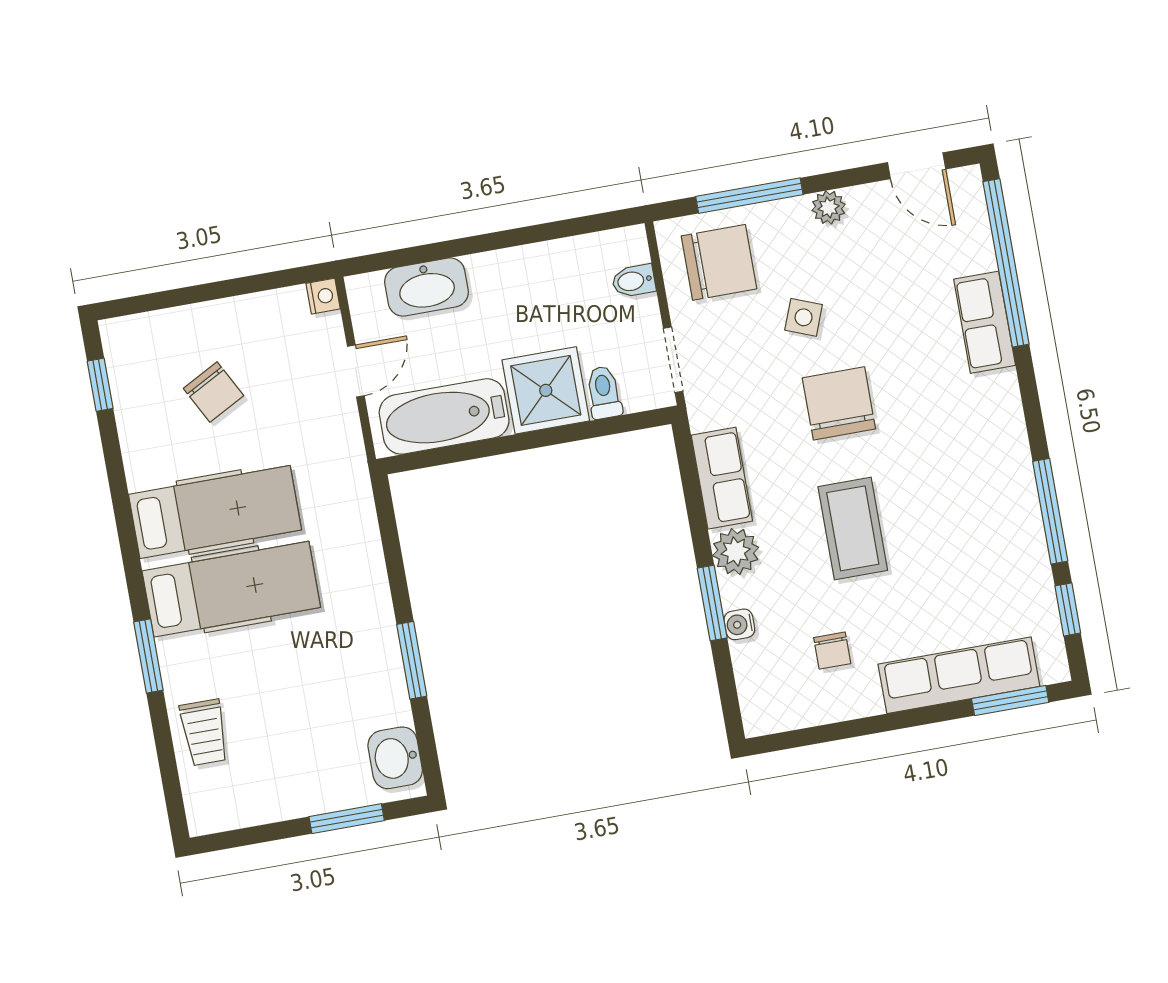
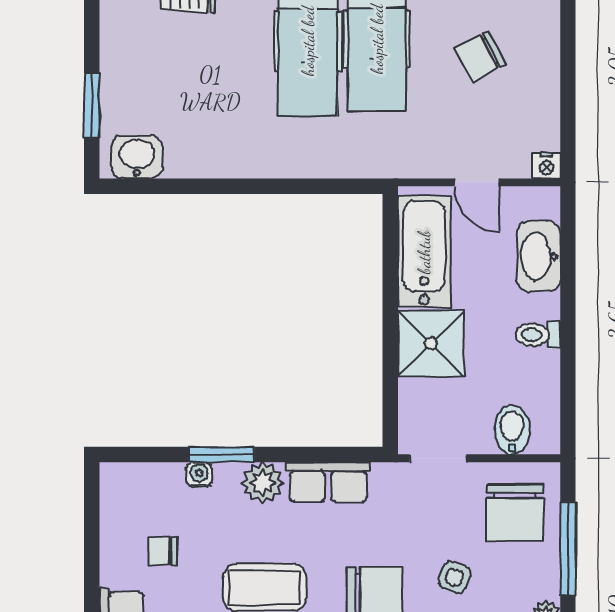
bidet: (634, 281) -> (512, 430), width x1.38, depth x1.36
toilet: (604, 392) -> (538, 335), moved, turned 180
window: (412, 660) -> (219, 186), removed

